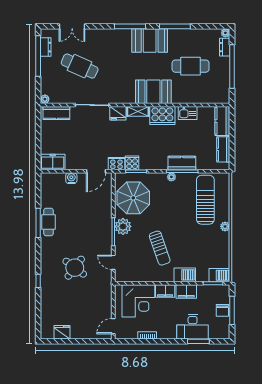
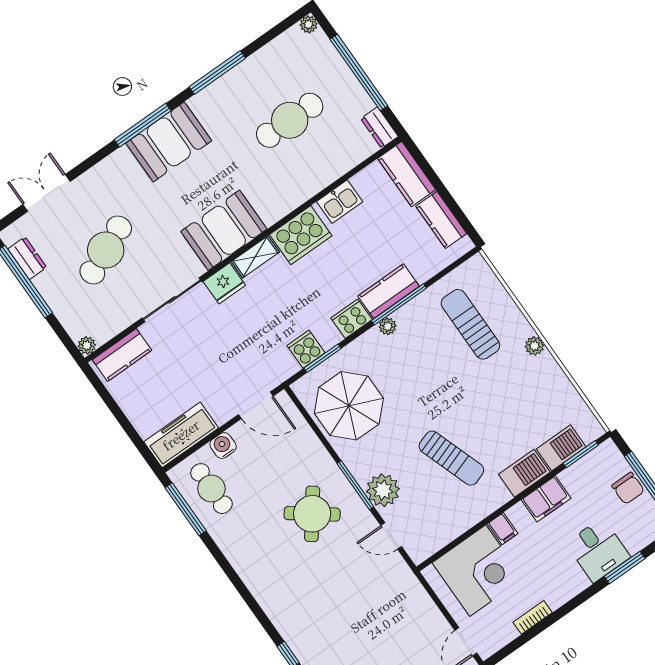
double door: (72, 26) -> (47, 193), swing flipped
booth: (150, 40) -> (169, 142), moved
dresser: (225, 47) -> (380, 128), moved
cafe table: (80, 66) -> (106, 250), turned -48
booth: (153, 92) -> (224, 230), moved
freezer: (53, 162) -> (181, 435), width x1.40
cooker: (116, 164) -> (351, 319), moved
door: (96, 171) -> (256, 405), hinge flipped
sun lounger: (205, 200) -> (470, 324), width x0.73, depth x0.75
cafe table: (48, 222) -> (211, 489), moved
window: (38, 223) -> (186, 509), moved
plant: (123, 226) -> (383, 490), moved
round table: (75, 268) -> (312, 514), moved
barbecue: (219, 275) -> (561, 448), moved
filing cabinet: (165, 291) -> (503, 529), width x0.50
desk: (193, 327) -> (598, 550), width x0.73

